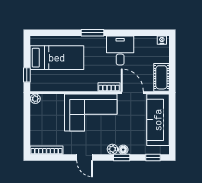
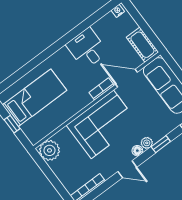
window: (92, 33) -> (50, 51), removed
window: (27, 75) -> (12, 124), moved
plant: (35, 99) -> (49, 150), width x1.88, depth x1.88
floor lamp: (123, 150) -> (137, 151), moved

